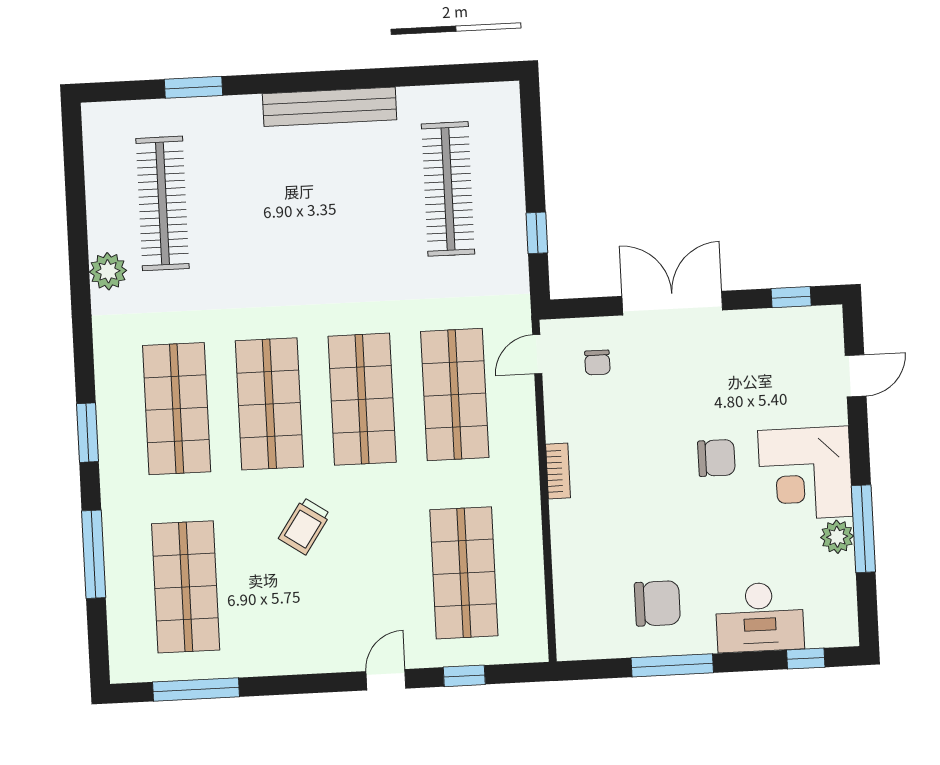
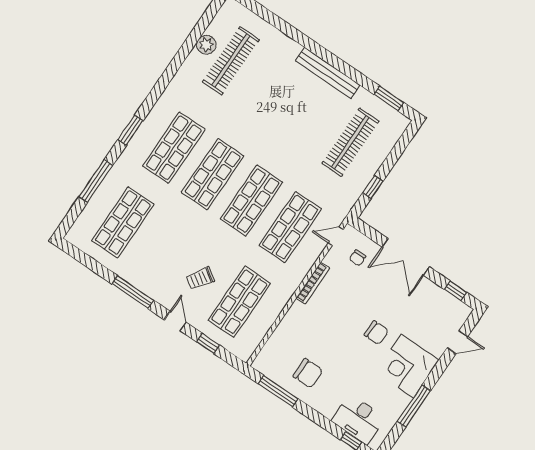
window: (193, 87) -> (389, 98), moved
plant: (108, 271) -> (206, 45), moved
double door: (672, 303) -> (406, 257), swing flipped
bookcase: (558, 471) -> (313, 283), width x1.56
trolley: (304, 526) -> (200, 278), moved
plant: (837, 537) -> (401, 401), removed
desk: (760, 617) -> (358, 419), moved
window: (672, 665) -> (278, 391), moved
door: (386, 680) -> (175, 321), hinge flipped
window: (196, 689) -> (133, 292), moved

